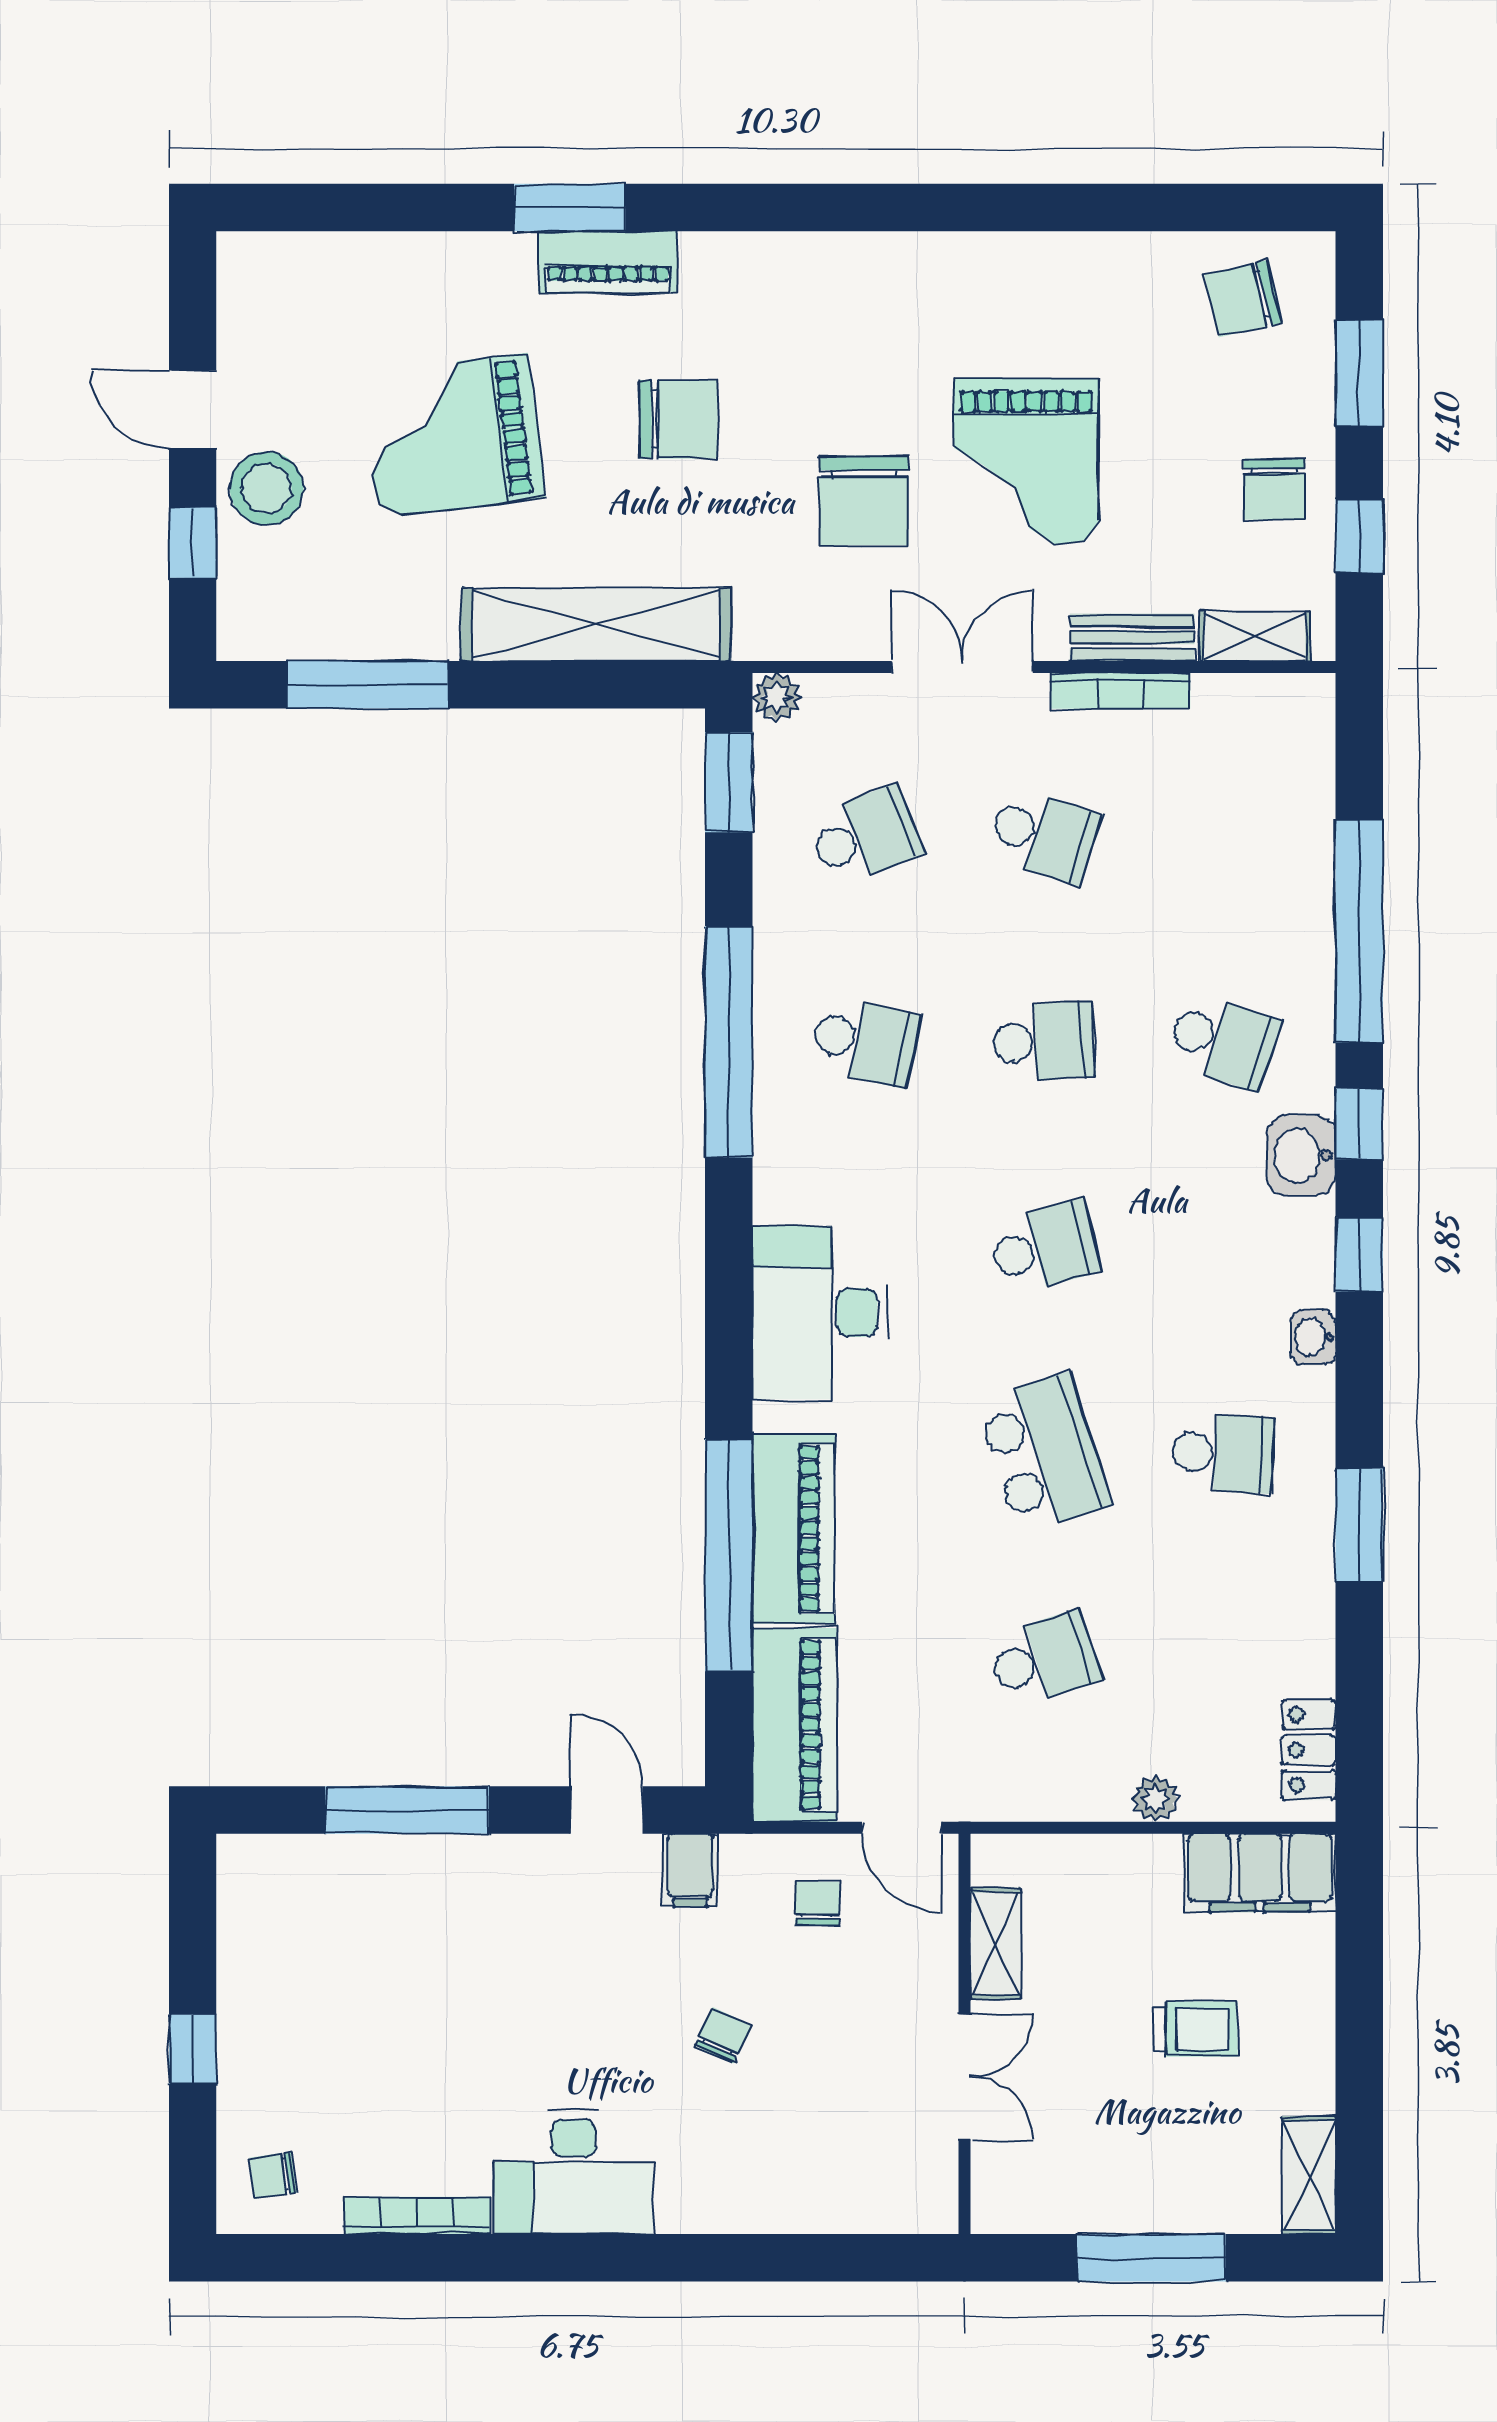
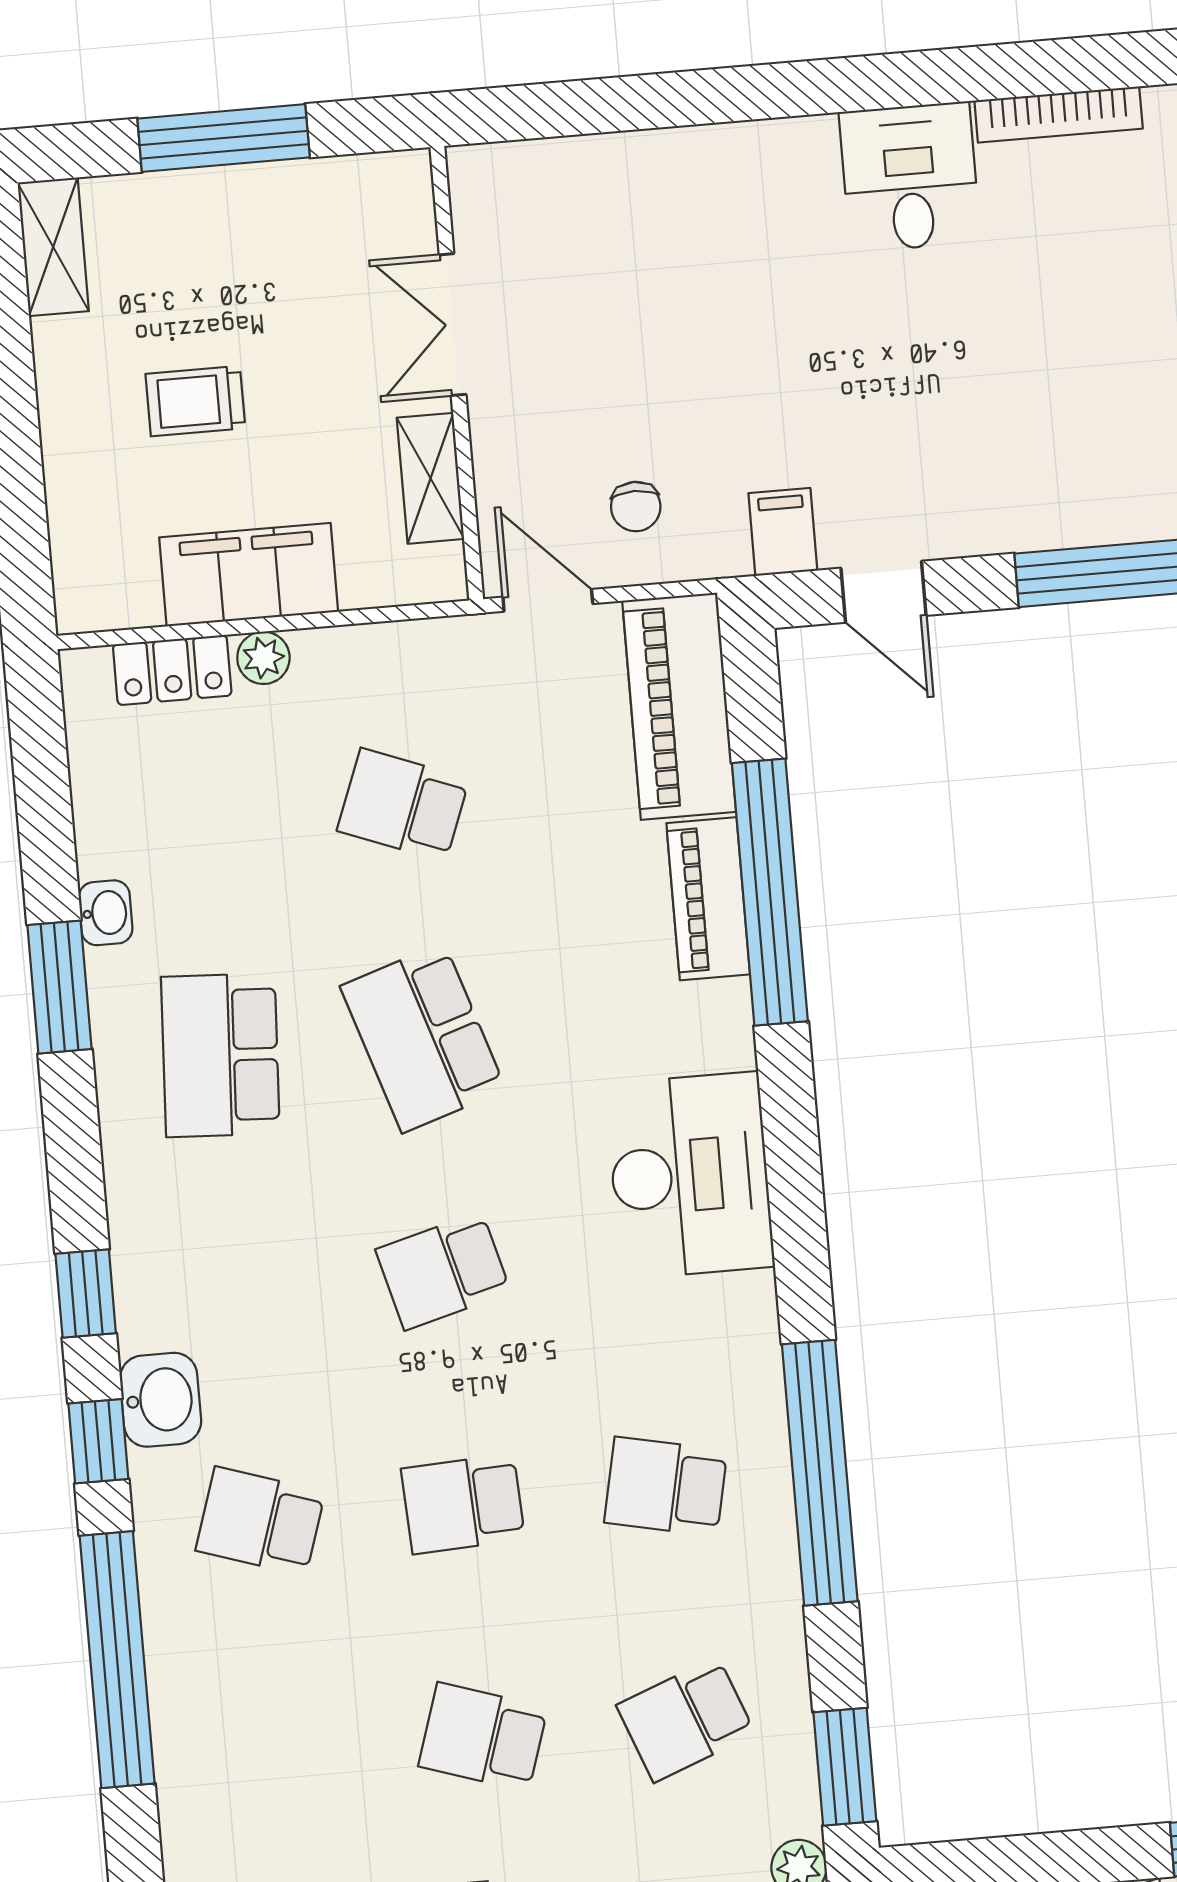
washbasin: (1313, 1337) -> (106, 913), moved
school desk: (1223, 1453) -> (220, 1055), width x1.85
piano: (794, 1528) -> (708, 899), width x0.73, depth x0.75
school desk: (1044, 1659) -> (403, 805), turned 39
locker: (1309, 1750) -> (172, 670), moved, turned 90
filing cabinet: (1260, 1873) -> (249, 575), moved
chair: (723, 2035) -> (730, 348), removed
desk: (574, 2172) -> (910, 177), width x0.73

